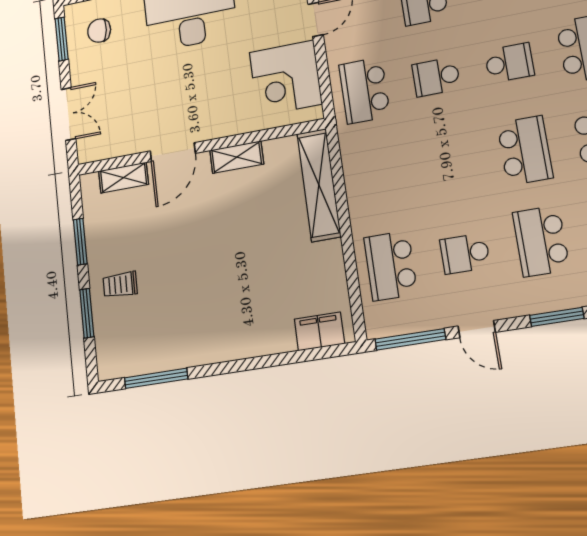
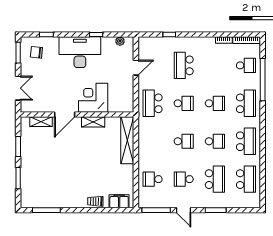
school desk: (436, 77) -> (184, 103), turned 180
corner desk: (286, 78) -> (93, 98), moved, turned 90
school desk: (525, 150) -> (215, 141), width x0.54
school desk: (450, 164) -> (184, 141), added
school desk: (541, 241) -> (215, 179), turned 180
school desk: (391, 266) -> (153, 179), width x0.54
trolley: (120, 285) -> (95, 201), moved

